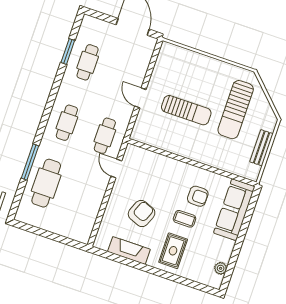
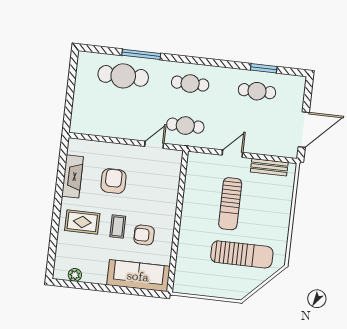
sun lounger: (236, 110) -> (242, 254), turned 180
bench: (261, 148) -> (269, 167), moved
armchair: (198, 196) -> (144, 235), turned 90
armchair: (142, 214) -> (113, 181), turned -112

